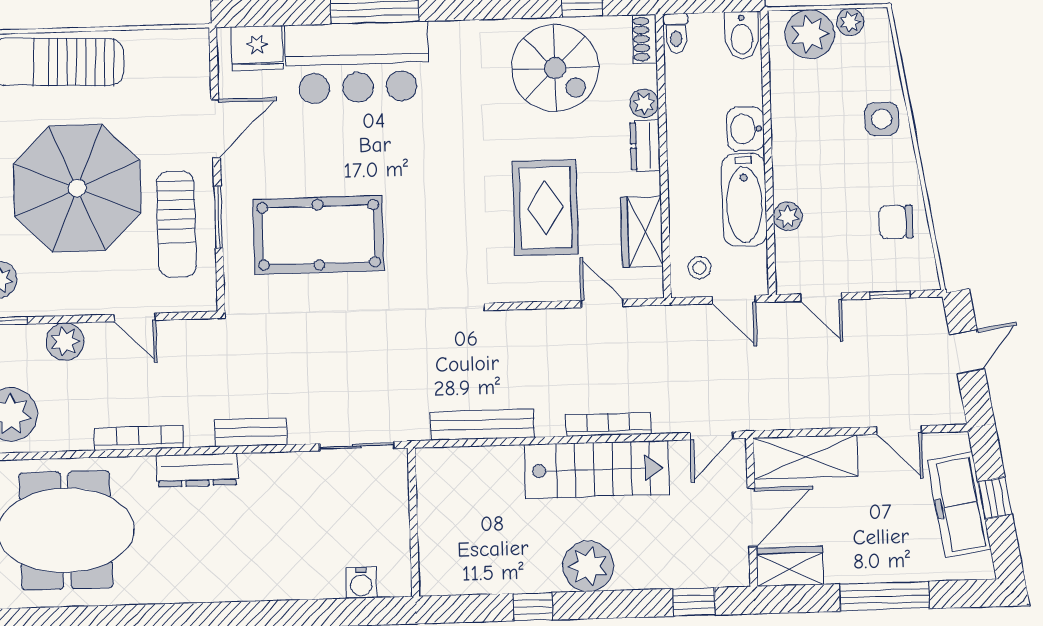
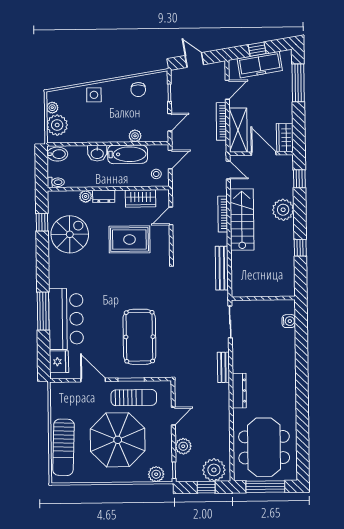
shoe rack: (644, 39) -> (58, 196), removed
bookcase: (139, 438) -> (221, 121), moved
plant: (588, 566) -> (283, 210), moved
window: (884, 596) -> (298, 83), moved

